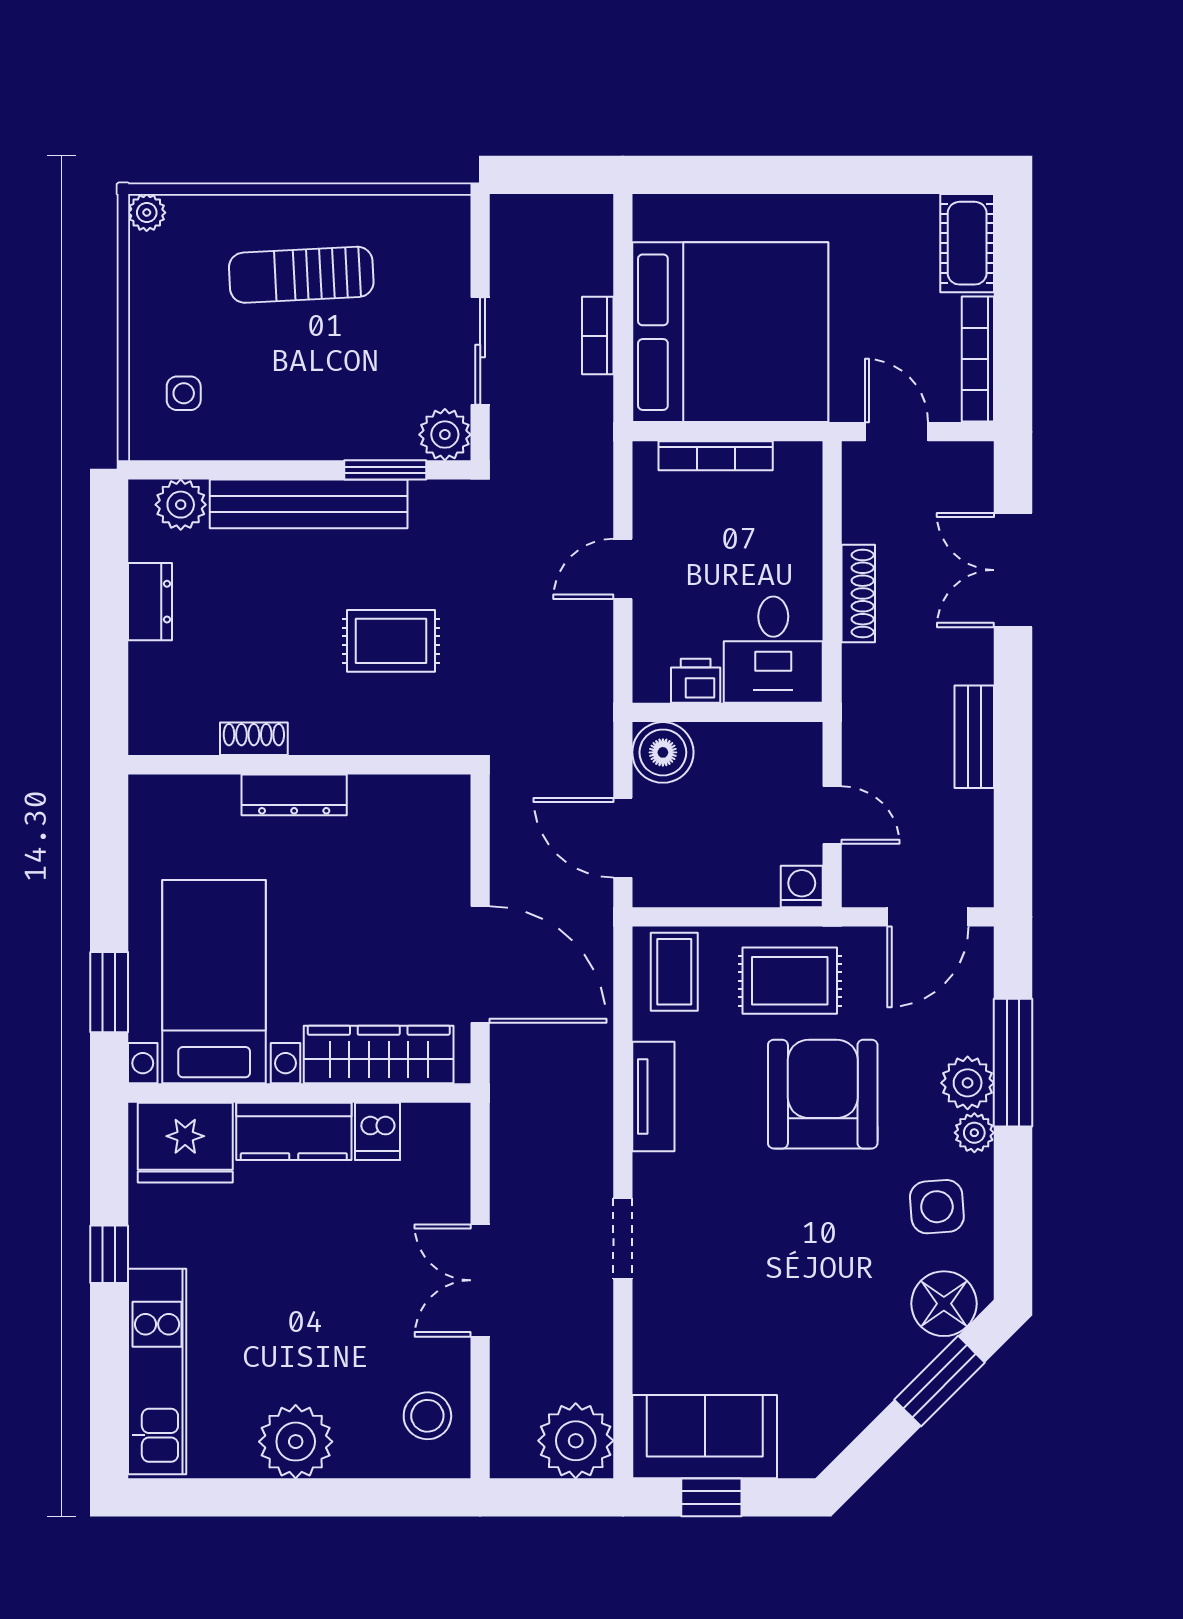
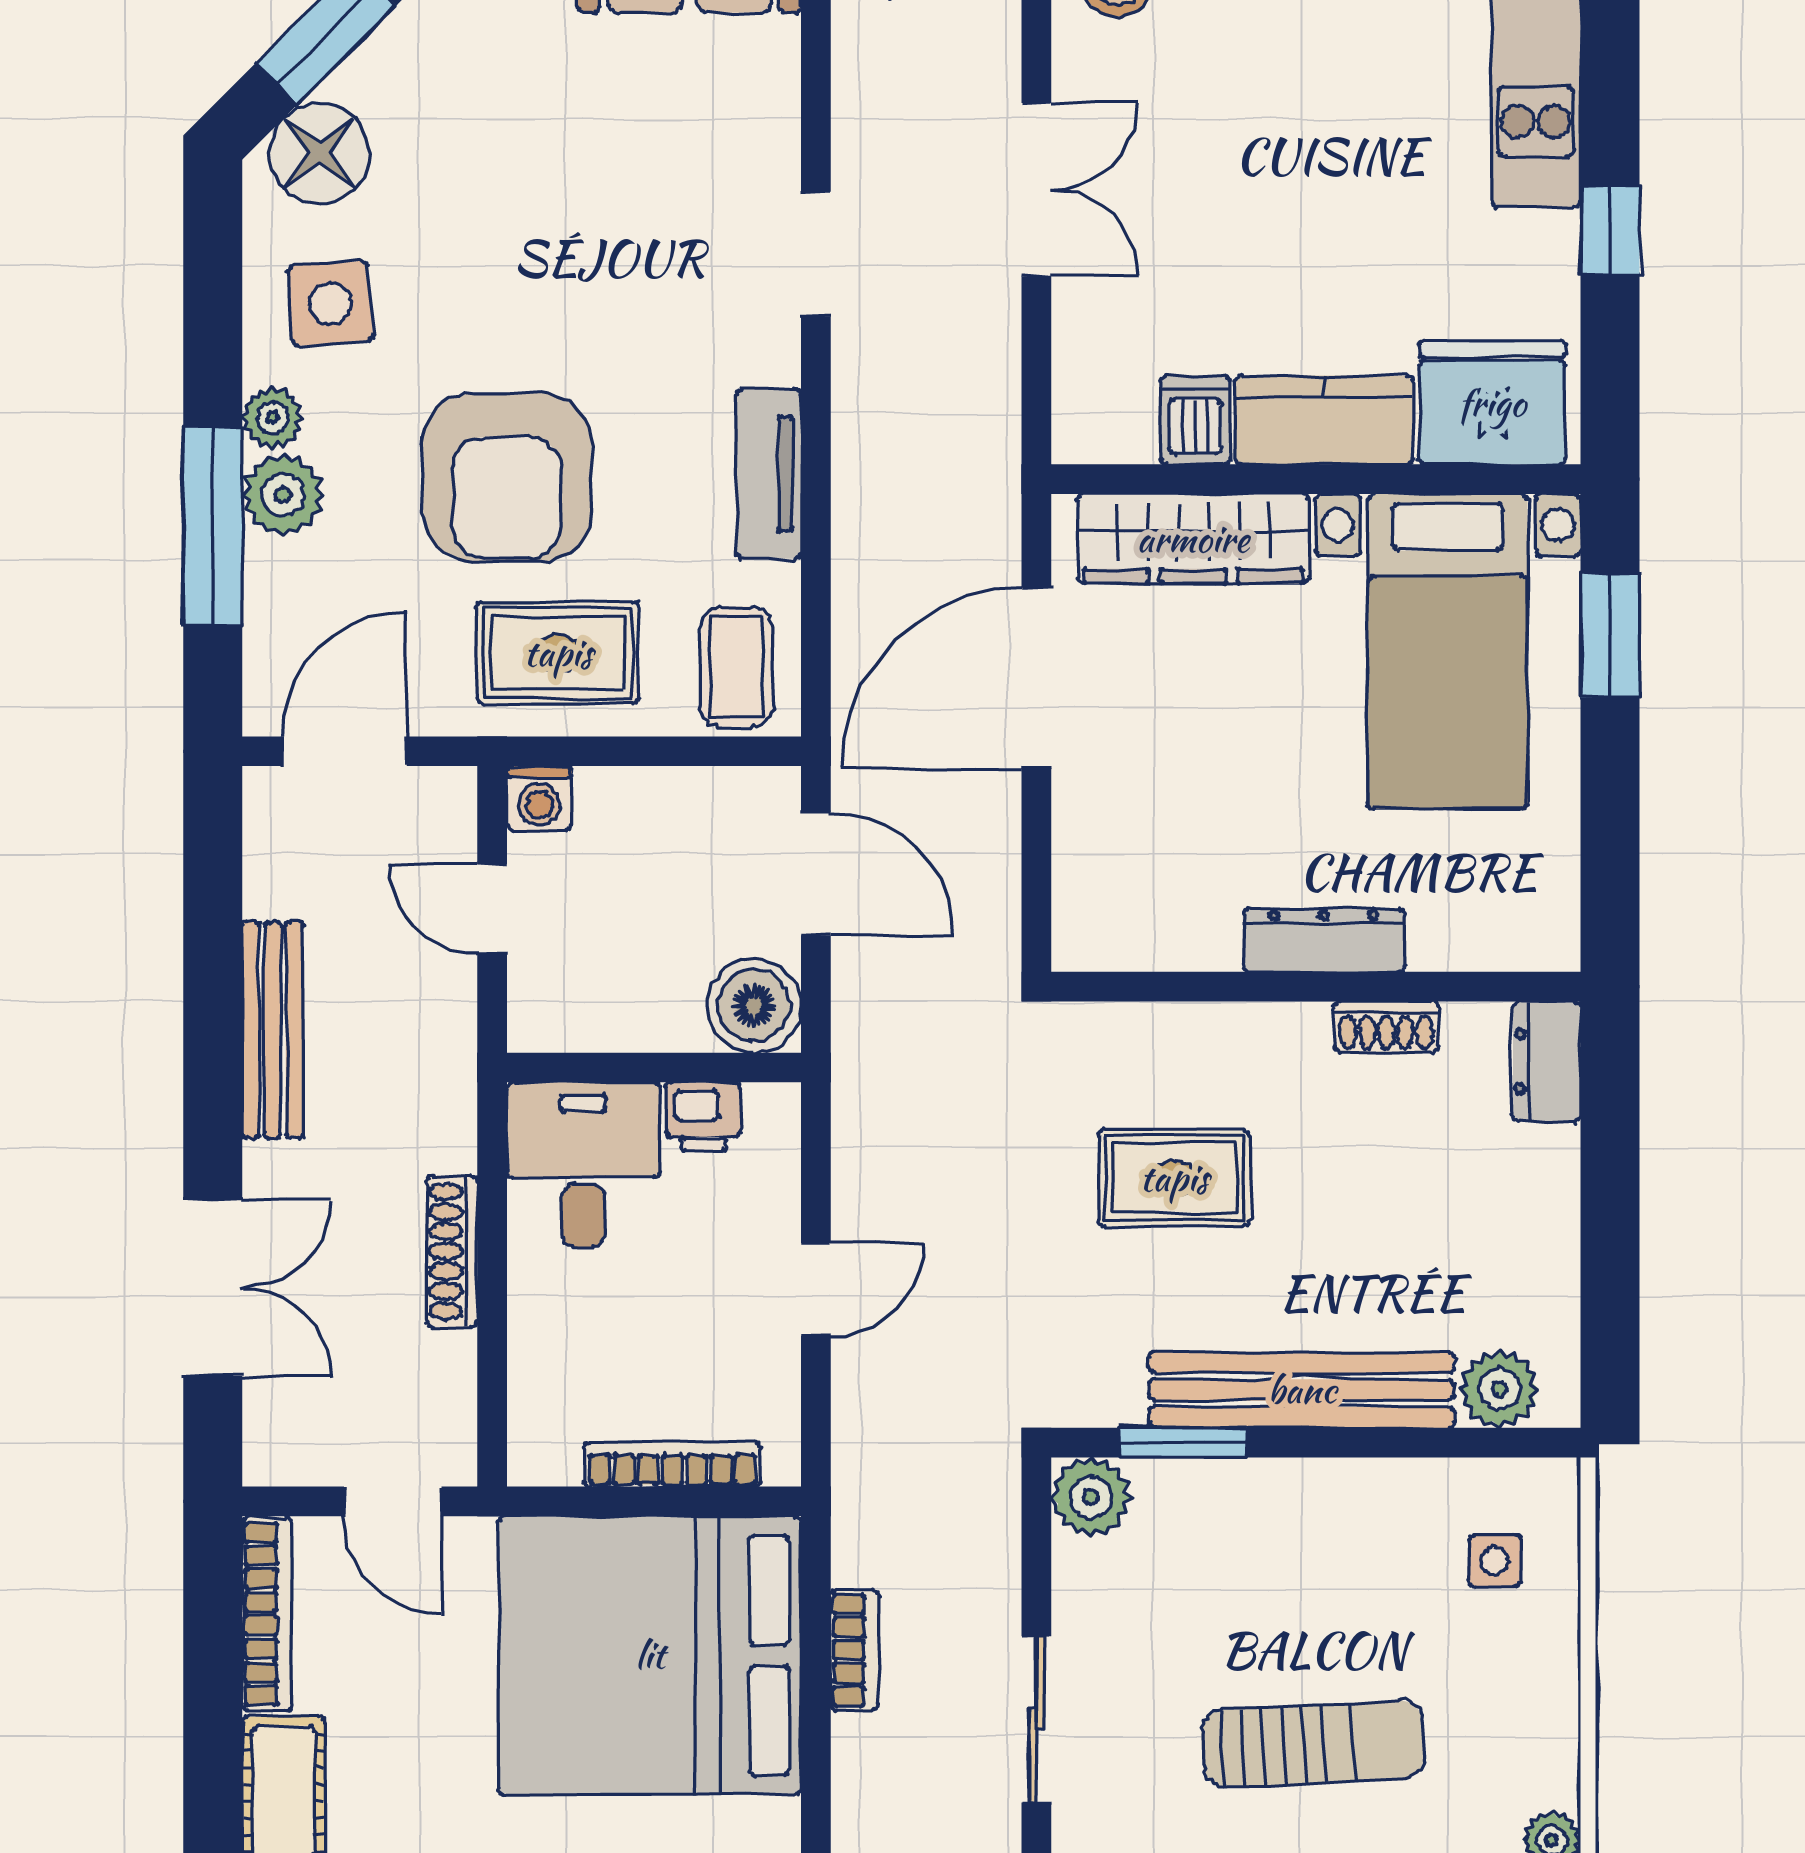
sliding door: (480, 351) -> (1036, 1719), moved
dresser: (150, 602) -> (1547, 1061), moved
bench: (974, 737) -> (273, 1030), width x1.36
door: (480, 964) -> (1036, 678), hinge flipped

